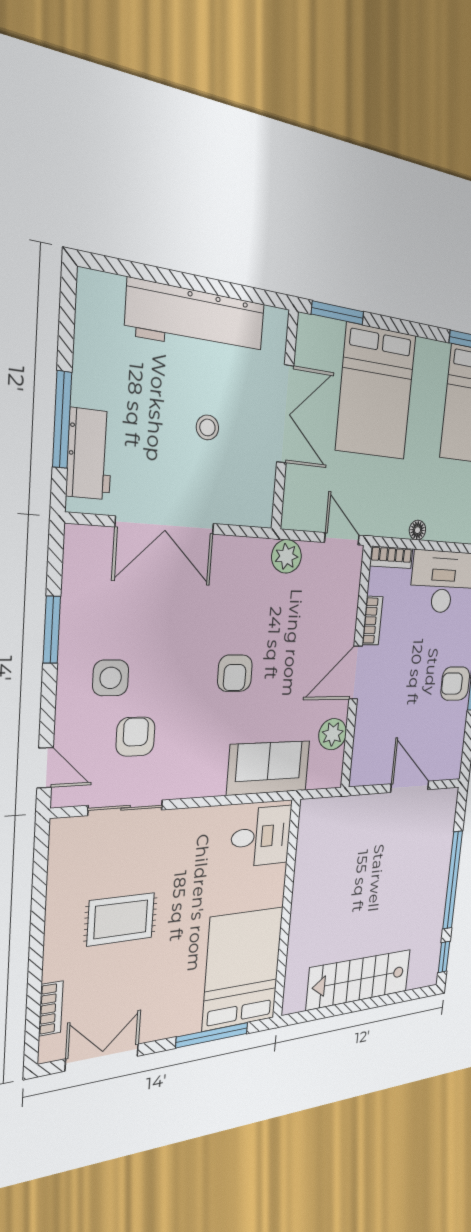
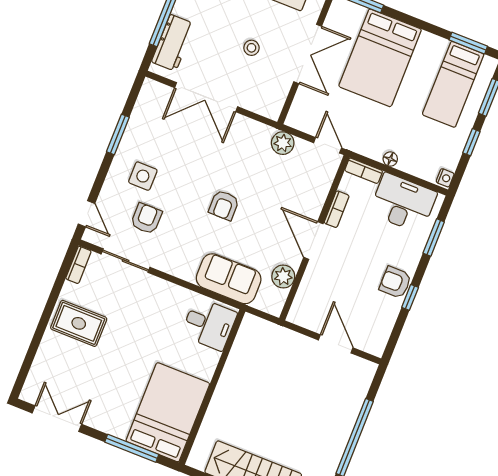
door: (356, 673) -> (313, 240), hinge flipped
rug: (121, 919) -> (79, 323), moved
bookcase: (51, 1008) -> (78, 265), moved

